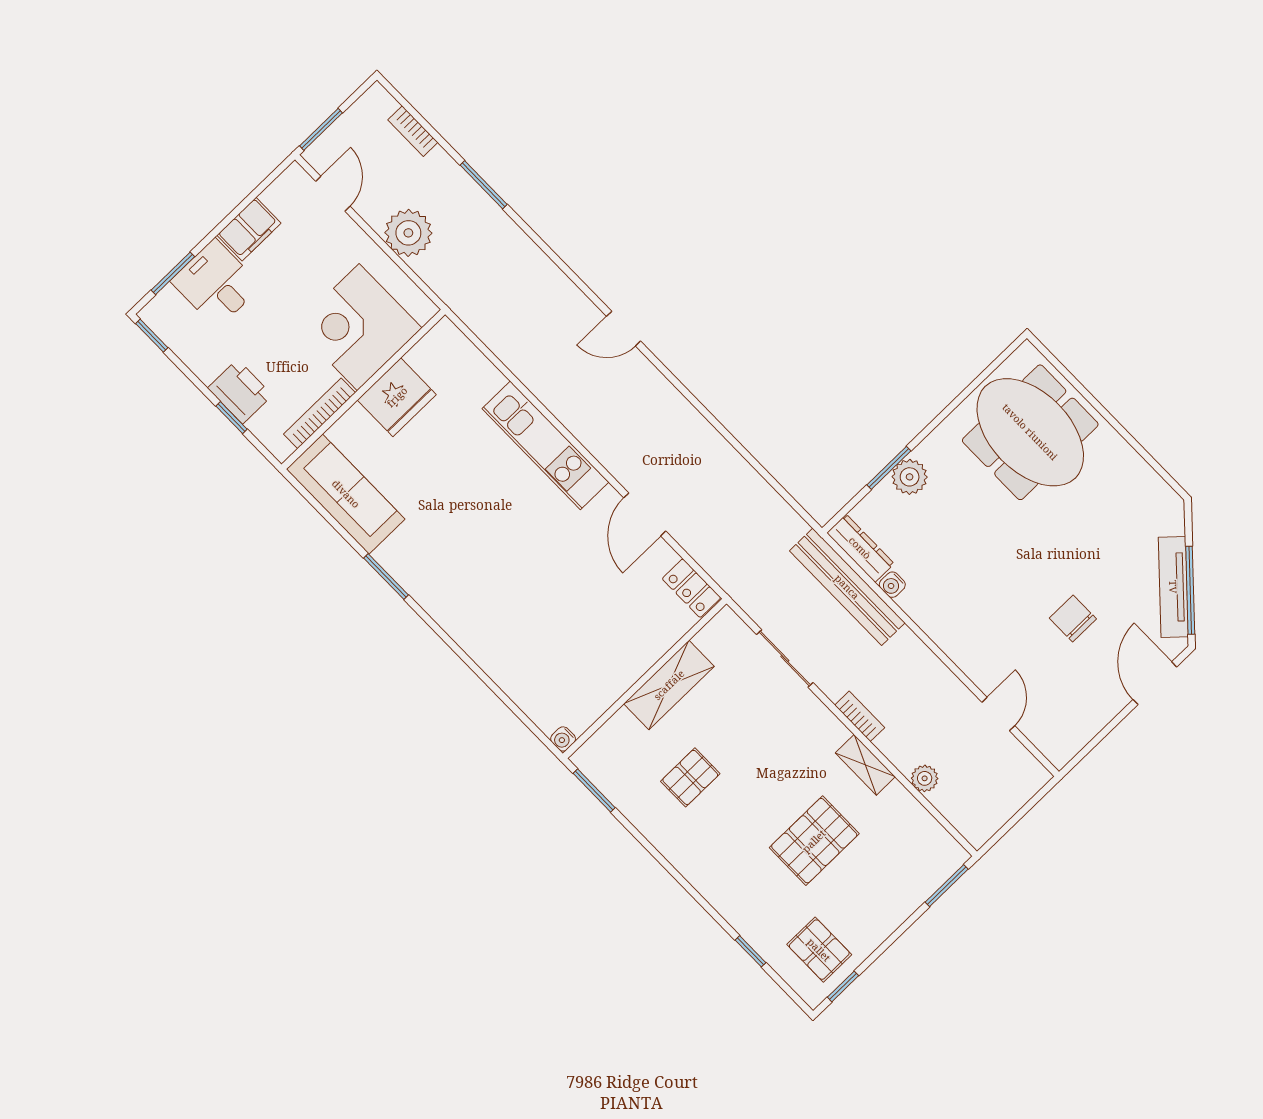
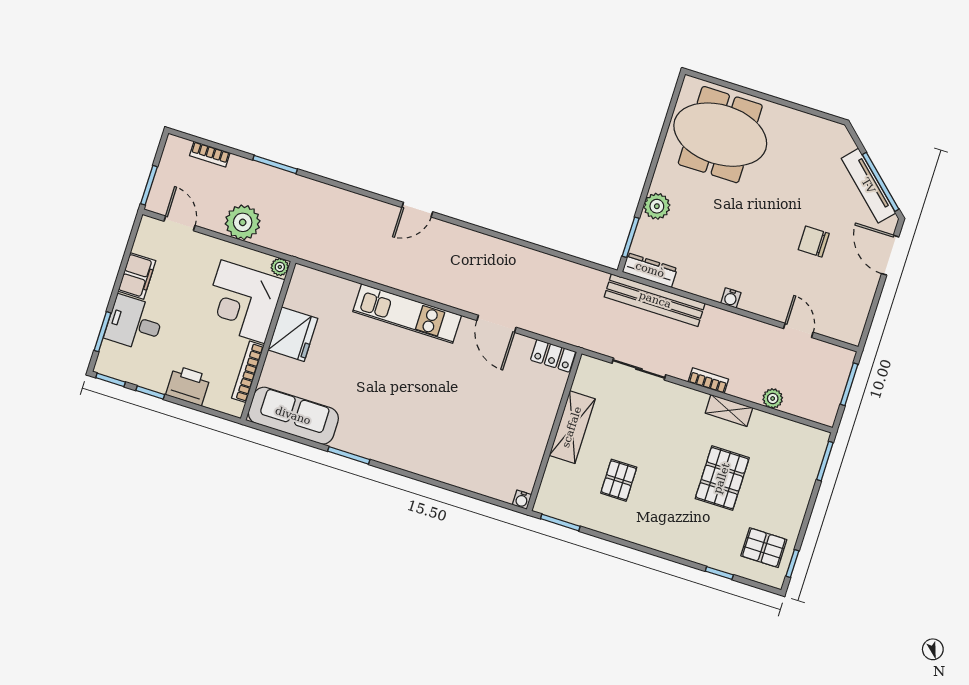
plant: (424, 309) -> (280, 267), added
window: (231, 418) -> (150, 392), moved
window: (889, 468) -> (631, 237), moved
water cooler: (892, 585) -> (731, 298), moved
window: (1024, 810) -> (849, 384), added

